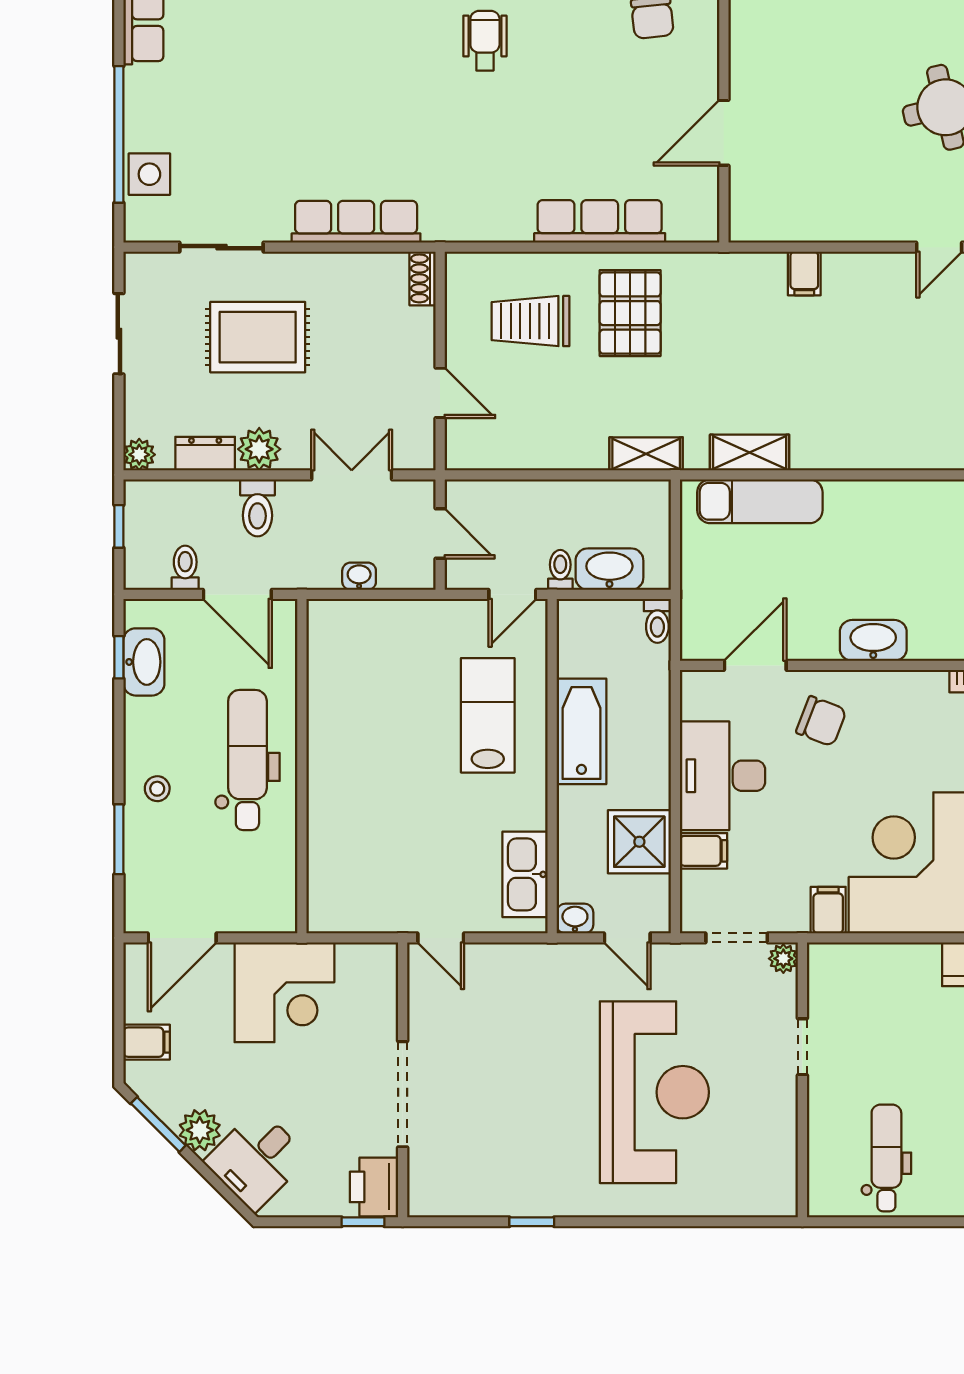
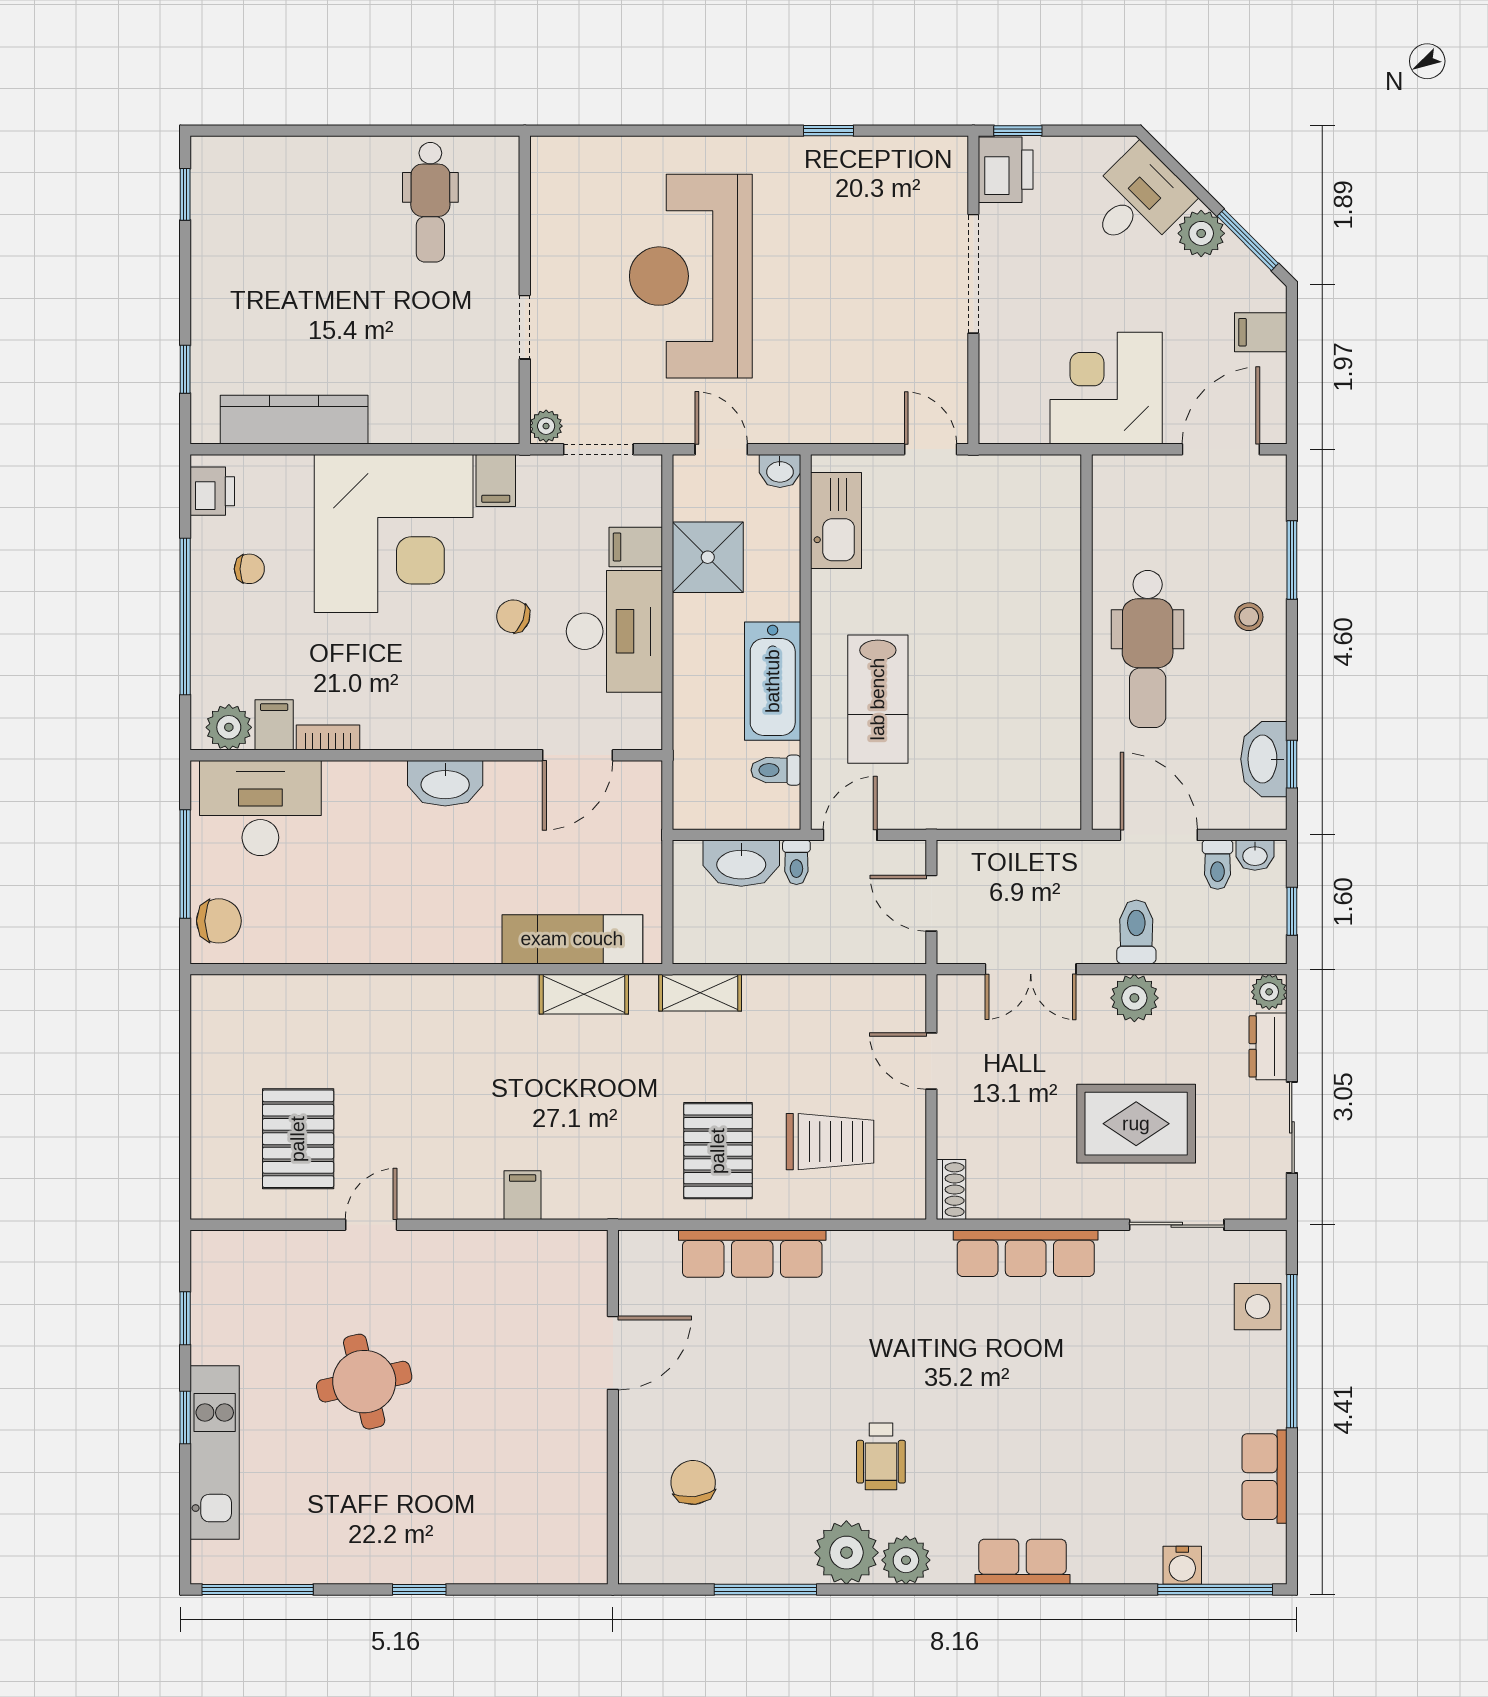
dresser: (205, 454) -> (1268, 1046), moved, turned 90
washbasin: (359, 576) -> (1255, 855), moved
toilet: (657, 621) -> (776, 770), moved, turned -90
chair: (821, 721) -> (513, 616), moved, width x0.73, depth x0.73

